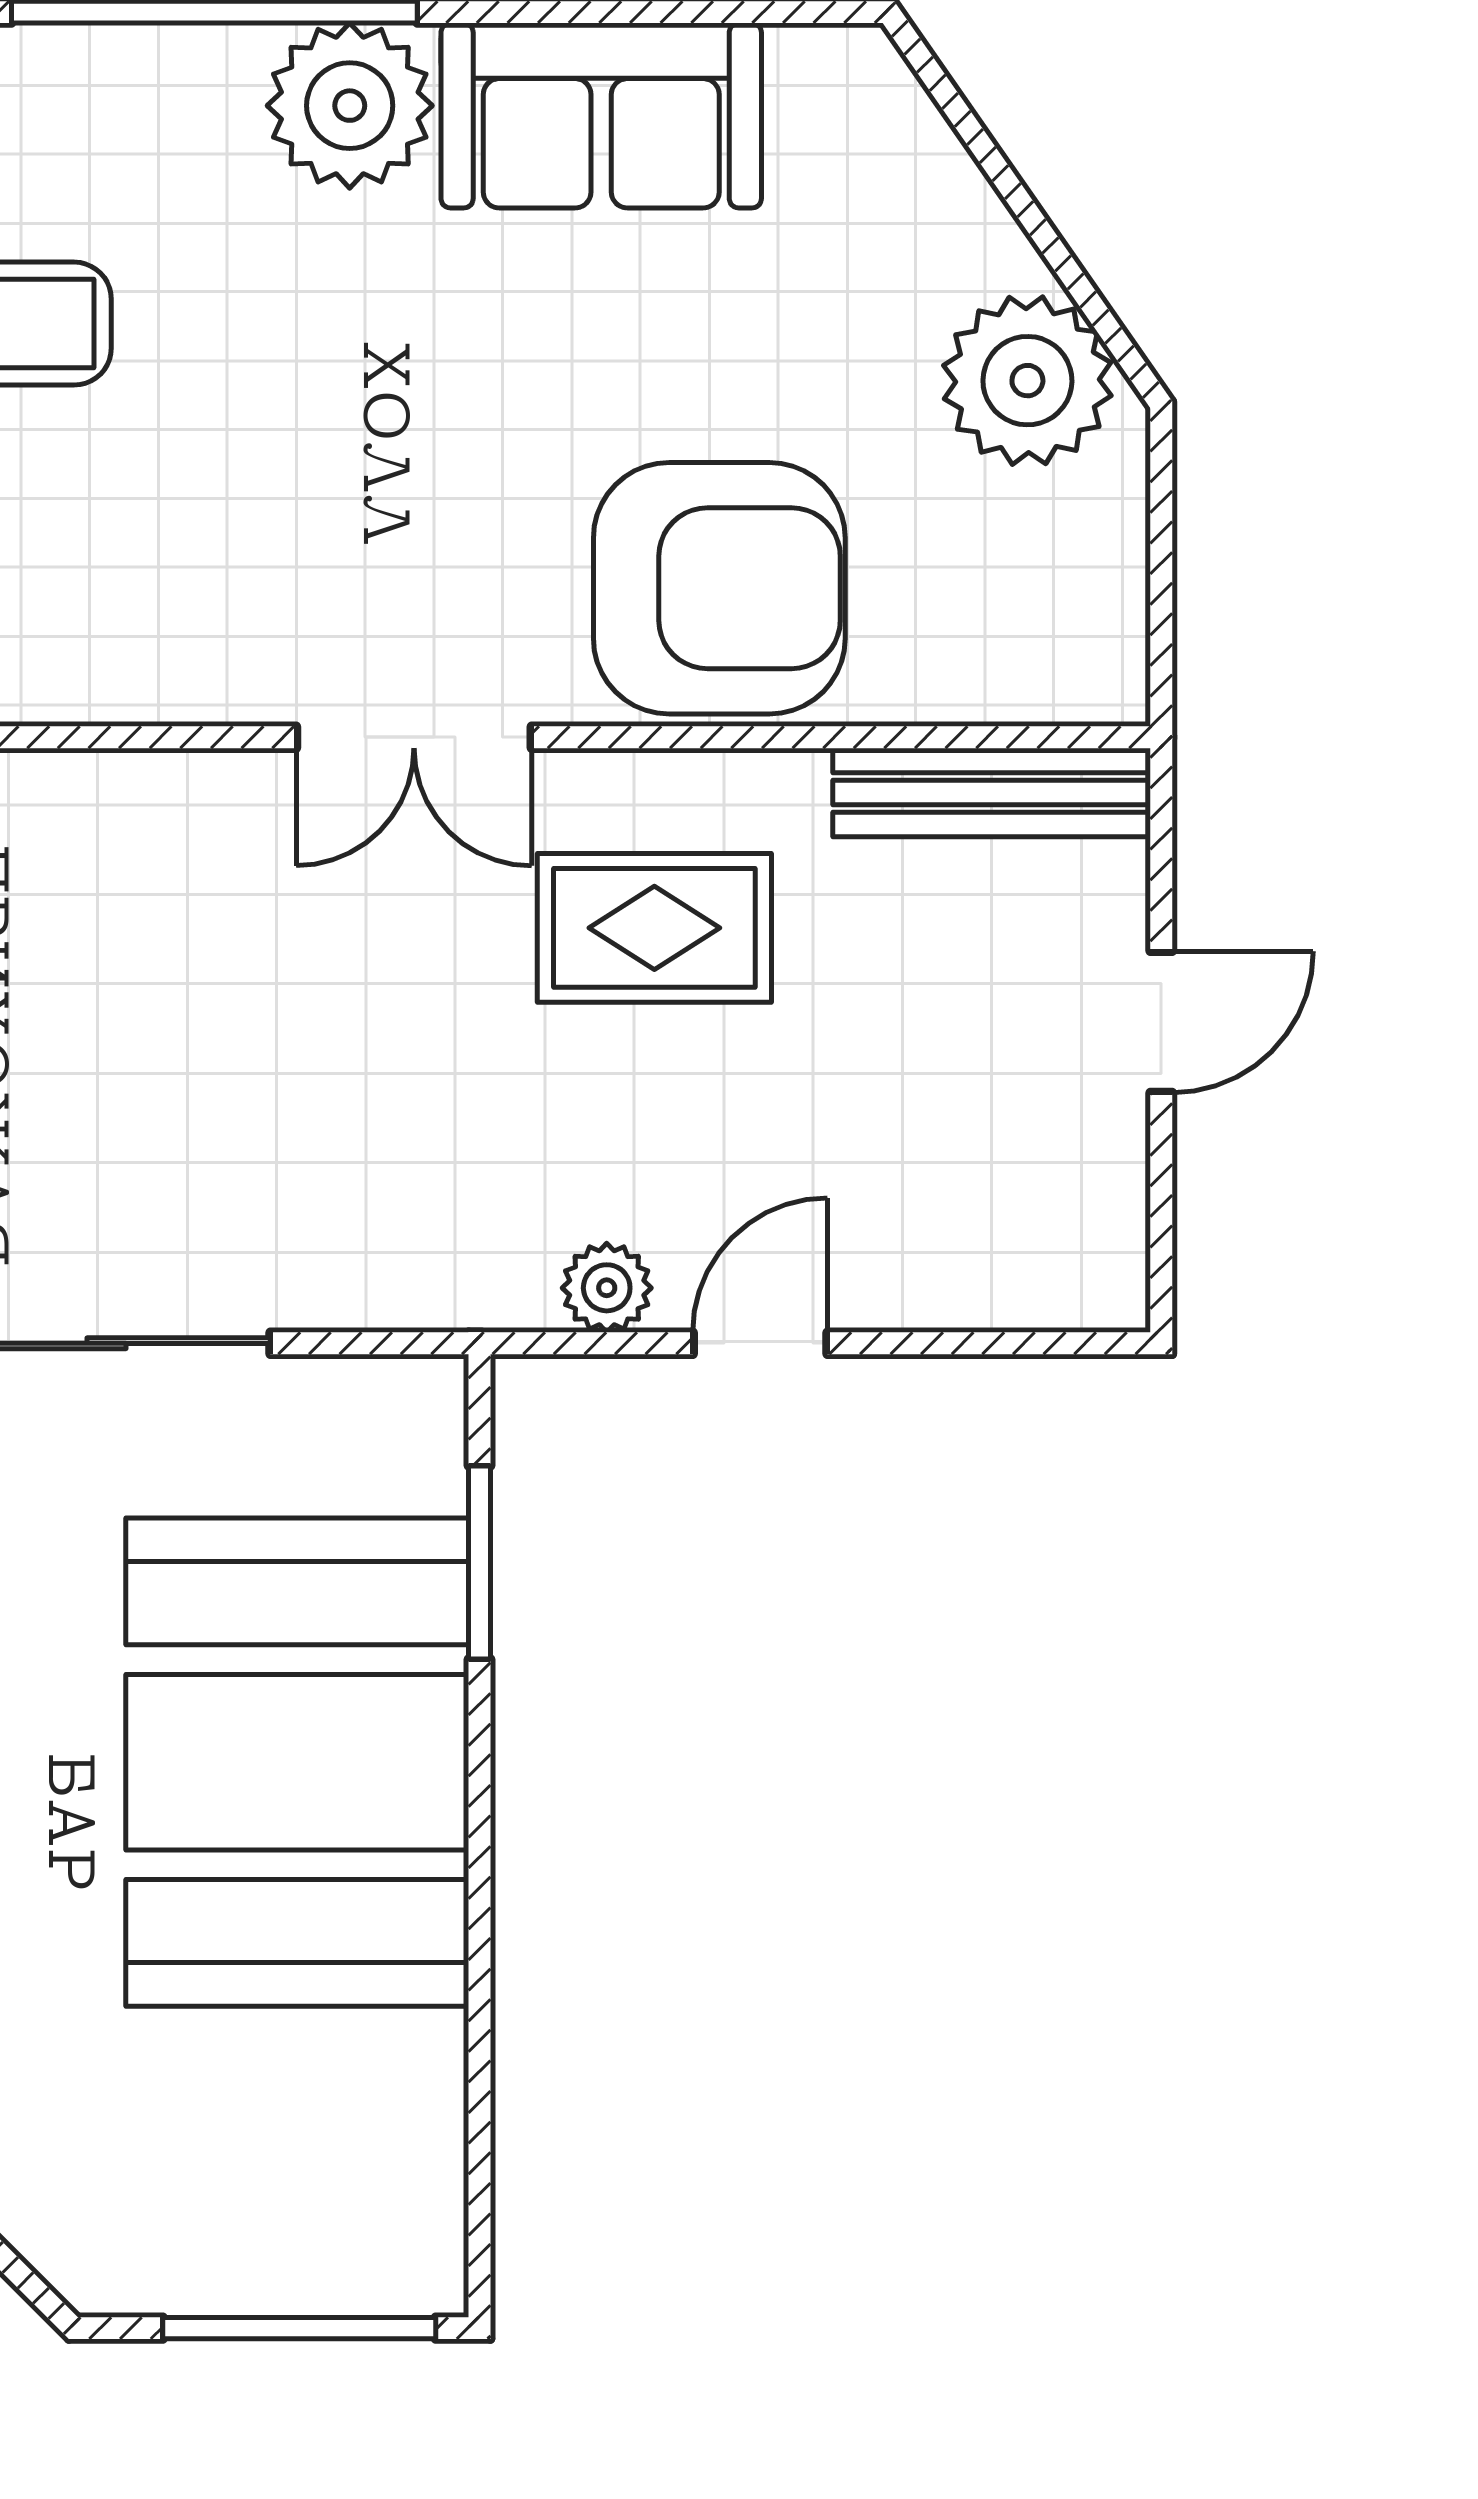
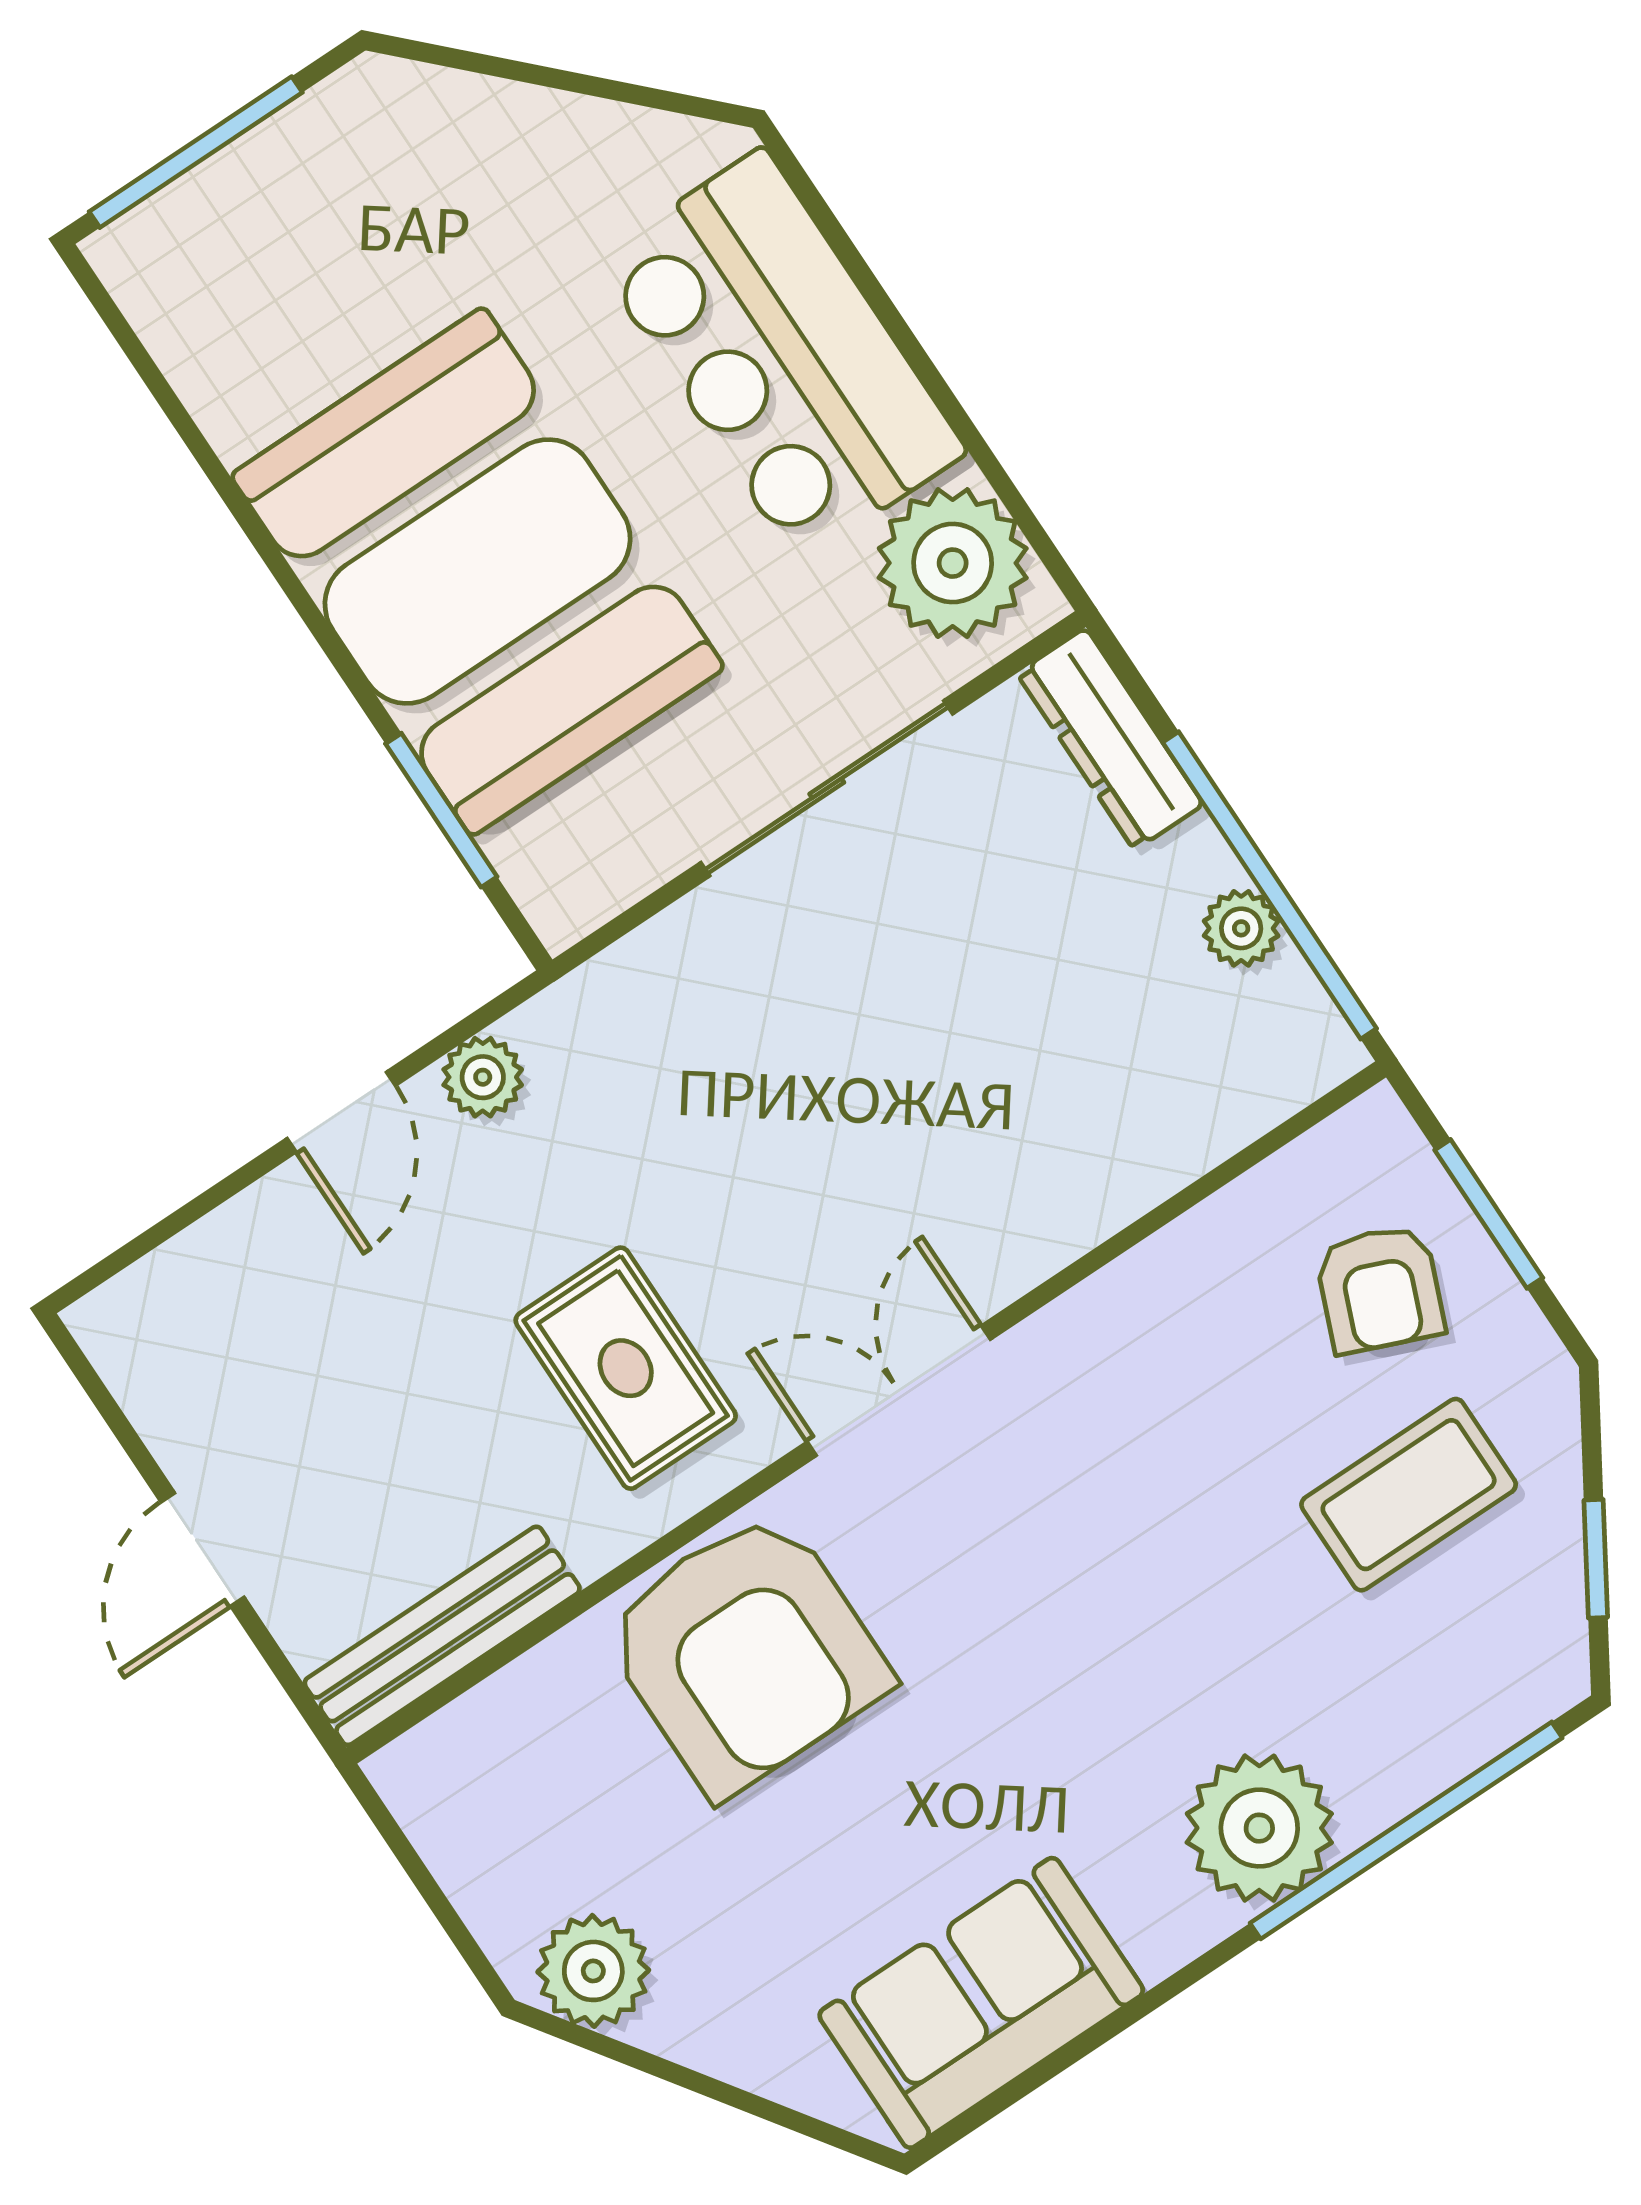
sofa: (601, 116) -> (981, 2003), moved
plant: (1027, 381) -> (593, 1971), width x0.73, depth x0.73
armchair: (719, 588) -> (746, 1653), turned -90
rug: (654, 928) -> (626, 1368), turned 90

